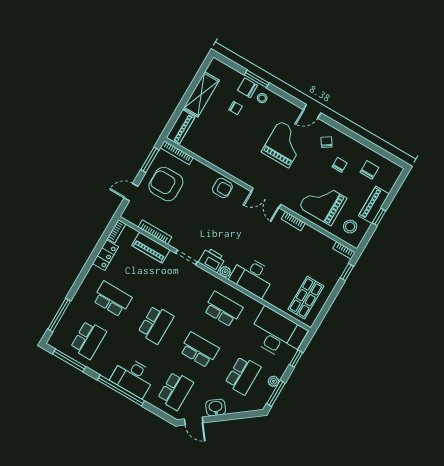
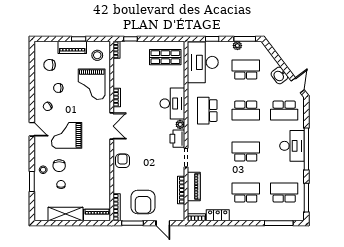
chair: (248, 88) -> (59, 166), moved
school desk: (112, 299) -> (246, 193), turned 90
school desk: (199, 350) -> (246, 111), turned -90
school desk: (175, 391) -> (284, 111), turned 180

